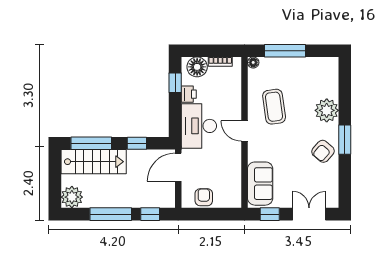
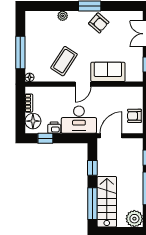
coffee table: (274, 107) -> (64, 61), turned -49
plant: (327, 110) -> (63, 16), width x0.53, depth x0.53
door: (178, 167) -> (111, 136), swing flipped
sofa: (260, 184) -> (108, 72), moved

